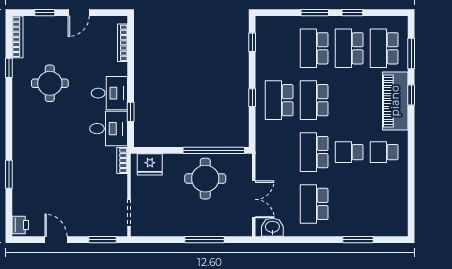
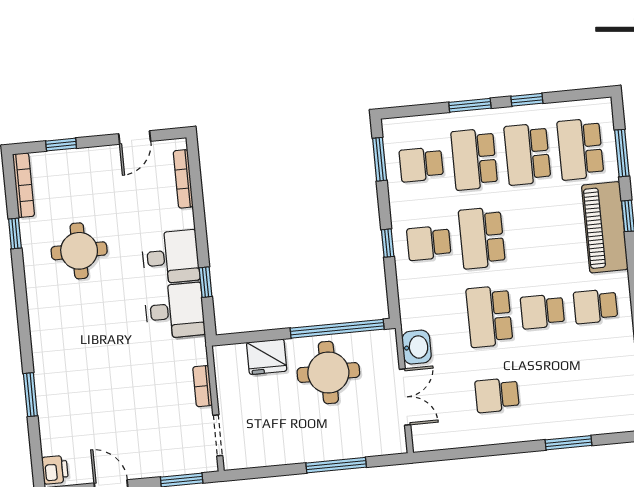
door: (79, 13) -> (135, 137), moved
window: (252, 42) -> (380, 159), width x1.50
school desk: (279, 48) -> (421, 164), added
school desk: (279, 100) -> (429, 243), width x0.54
bookcase: (122, 160) -> (202, 386), moved
fridge: (150, 164) -> (267, 357), moved
school desk: (314, 204) -> (497, 395), width x0.54
washbasin: (272, 227) -> (417, 347), moved, turned 90

